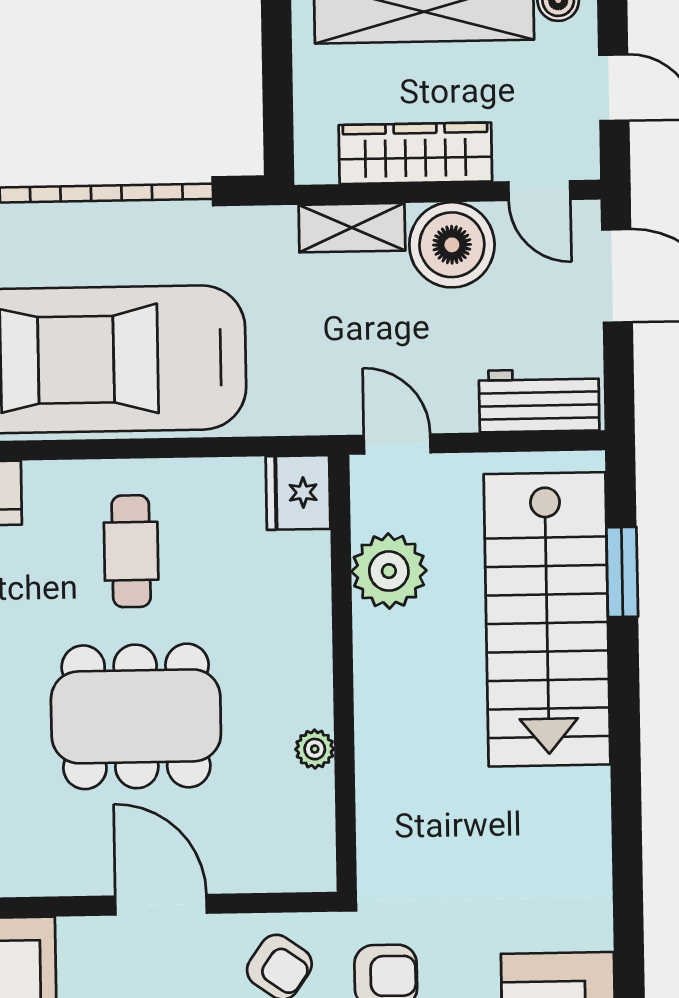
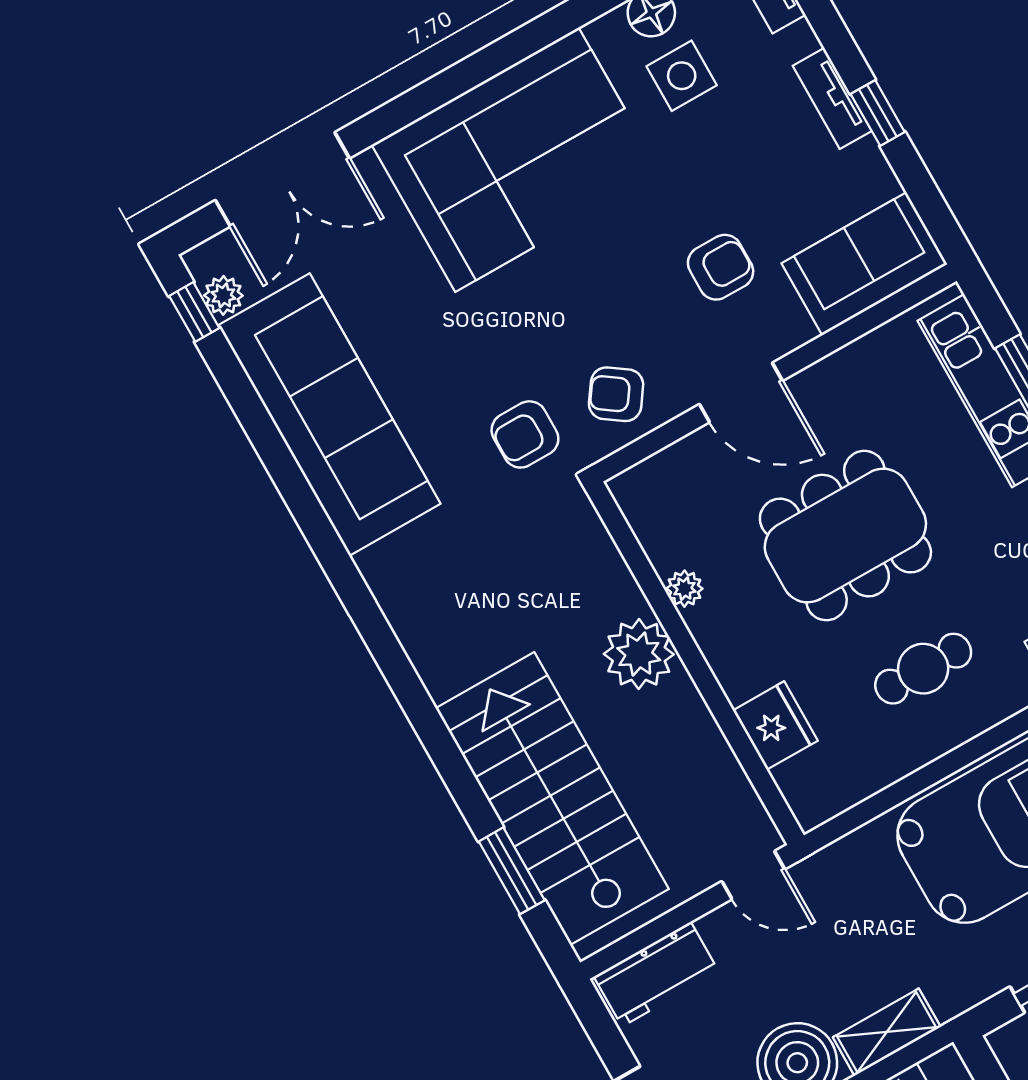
fridge: (298, 493) -> (775, 726), moved
cafe table: (131, 551) -> (923, 669), turned 90
plant: (389, 571) -> (639, 654), moved

